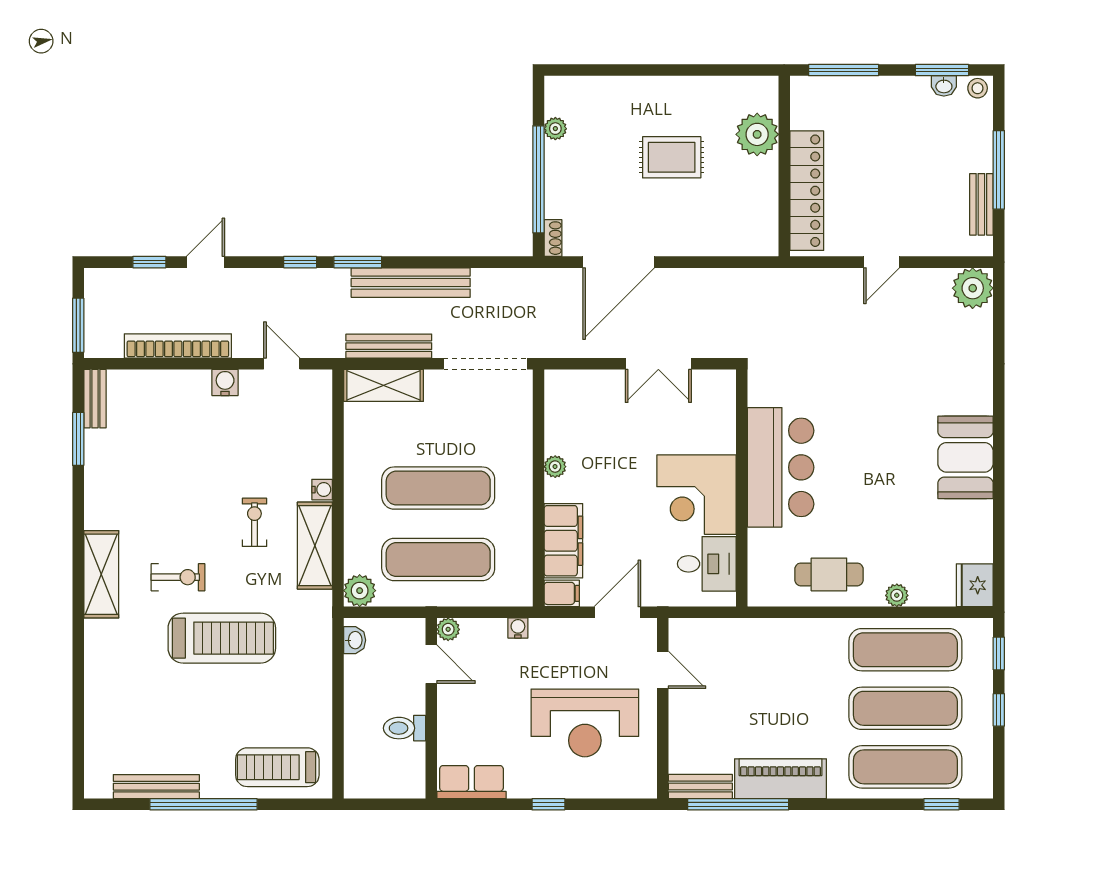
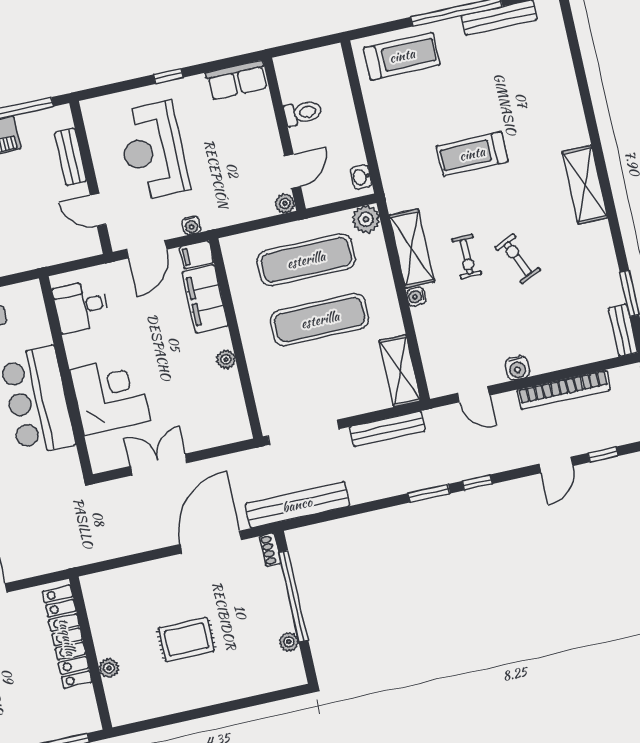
plant: (757, 134) -> (109, 668), width x0.53, depth x0.53
bench: (411, 283) -> (297, 505), moved
shelving: (383, 385) -> (400, 371), moved, turned 90
corner desk: (696, 495) -> (110, 395), moved
exercise bike: (178, 577) -> (518, 259), moved, turned 66
water cooler: (518, 628) -> (191, 226), moved
treadmill: (222, 638) -> (472, 154), width x0.73, depth x0.73
door: (431, 664) -> (293, 171), swing flipped
reception desk: (585, 723) -> (153, 151), turned -90
bench: (700, 786) -> (71, 157), moved, turned 90

